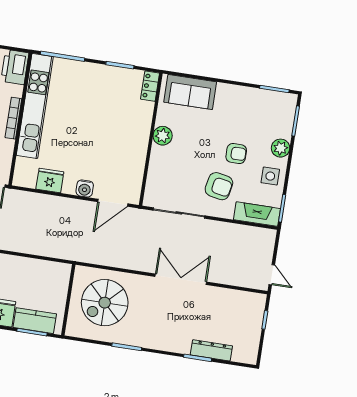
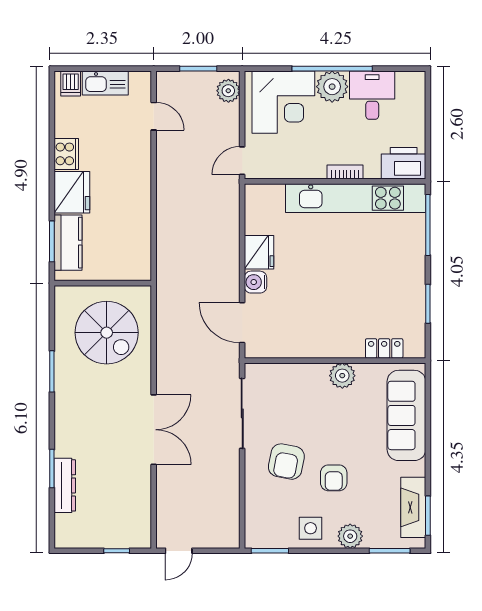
locker: (150, 86) -> (384, 348), moved
sofa: (190, 92) -> (406, 415), width x1.36
bookcase: (13, 118) -> (345, 172), width x0.64
fridge: (50, 180) -> (259, 252), moved
fireplace: (257, 214) -> (413, 507), moved, turned 180
spiral stairs: (105, 303) -> (107, 333), turned 180

